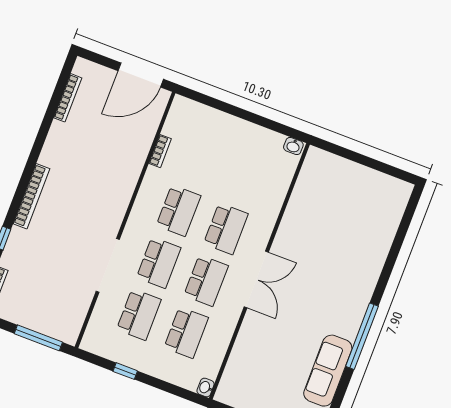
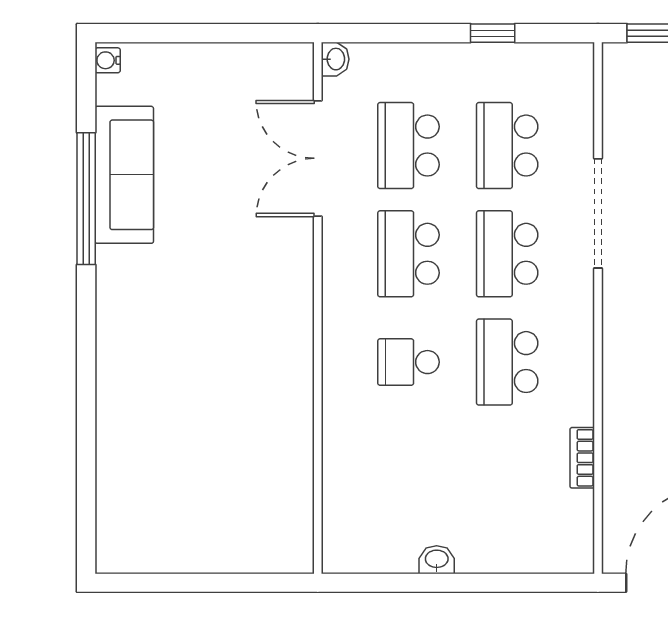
washbasin: (293, 146) -> (437, 560), moved
school desk: (226, 229) -> (408, 362), width x0.54
double door: (256, 279) -> (318, 158), moved
window: (362, 336) -> (86, 199), moved

